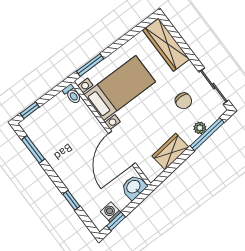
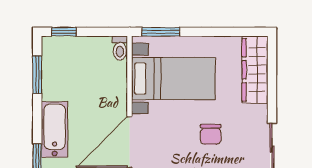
chair: (183, 101) -> (211, 134), moved
bathtub: (70, 175) -> (55, 130), added

